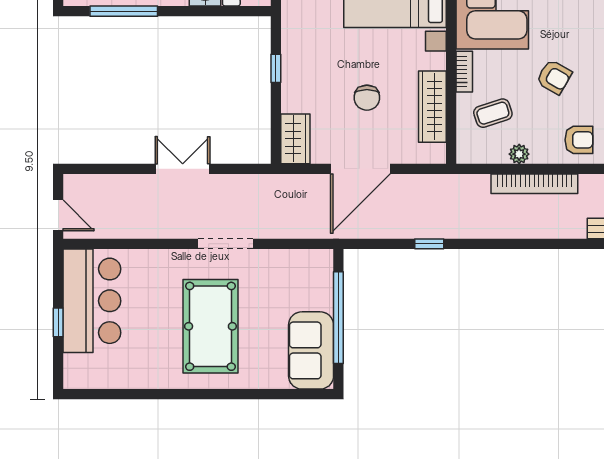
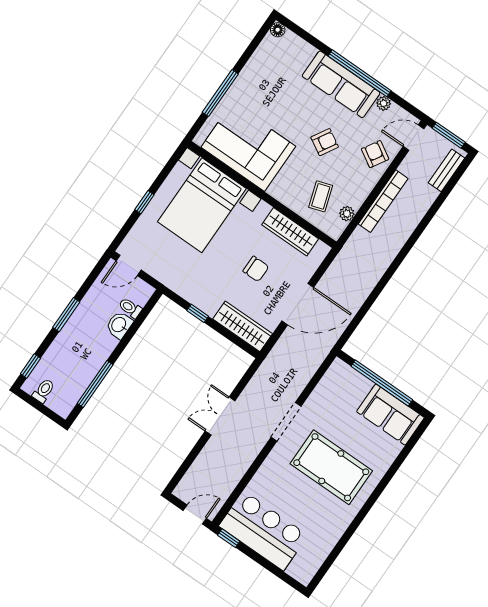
bookcase: (464, 72) -> (282, 196), removed
wardrobe: (295, 139) -> (243, 326), width x1.50
armchair: (579, 140) -> (375, 154), turned -59
plant: (519, 154) -> (347, 214), moved
door: (360, 169) -> (298, 304), hinge flipped
window: (429, 244) -> (375, 294), removed
window: (58, 322) -> (229, 538), moved

